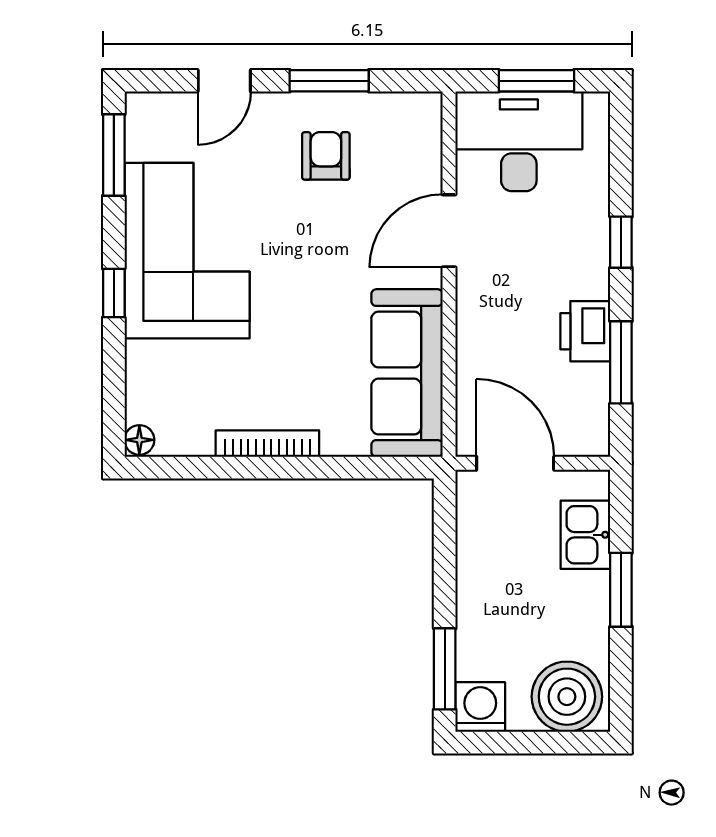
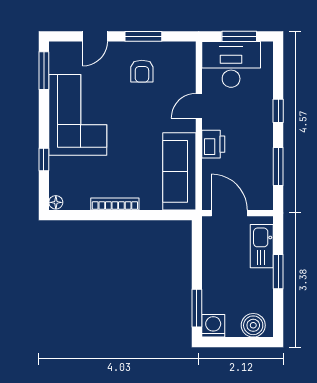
armchair: (326, 156) -> (142, 71), turned 180
door: (449, 231) -> (199, 106), width x0.73
window: (114, 293) -> (44, 160), moved
printer: (585, 331) -> (213, 144), moved, turned 180
kitchen sink: (585, 535) -> (262, 246), width x1.38
boiler: (567, 697) -> (253, 325), width x0.73, depth x0.73

